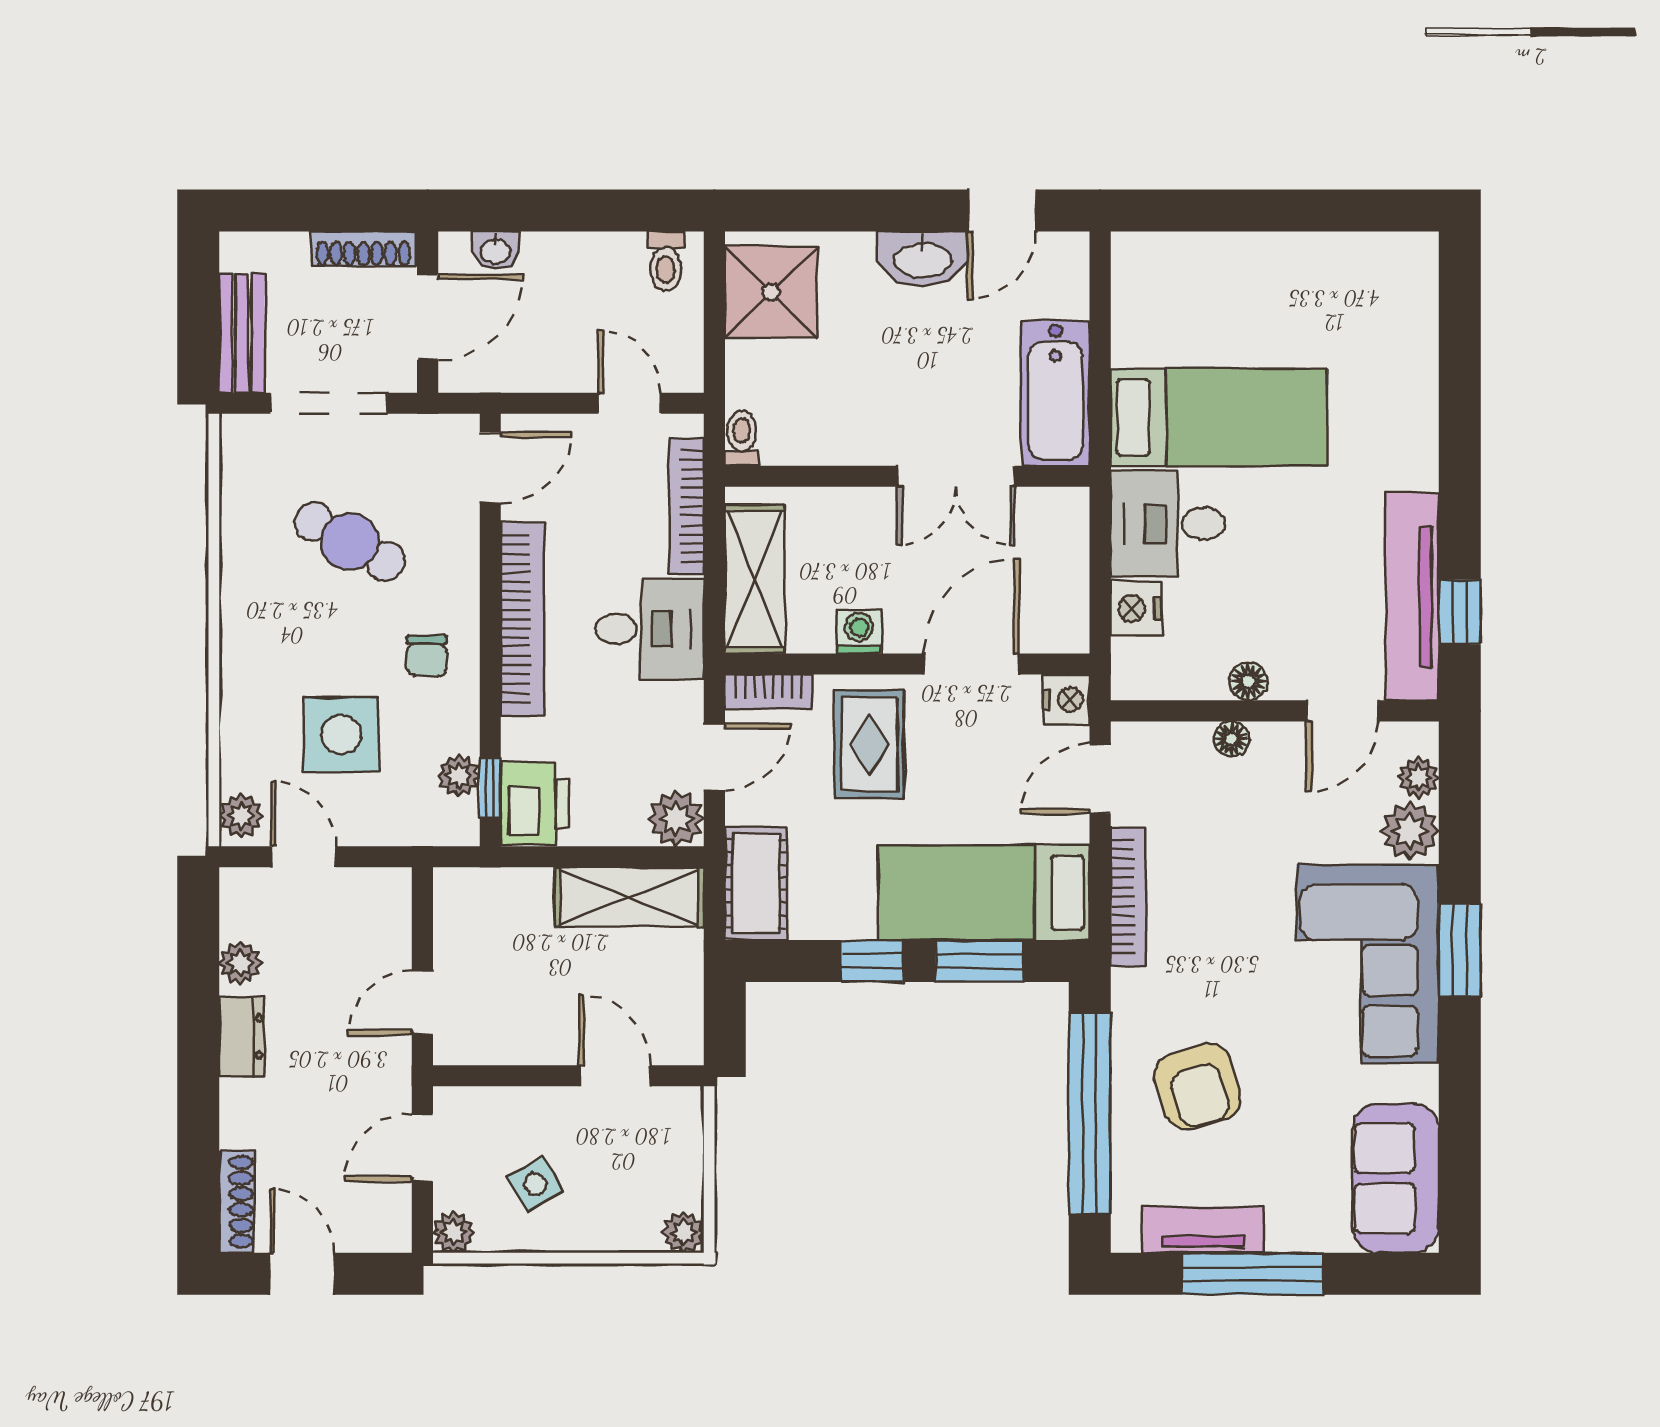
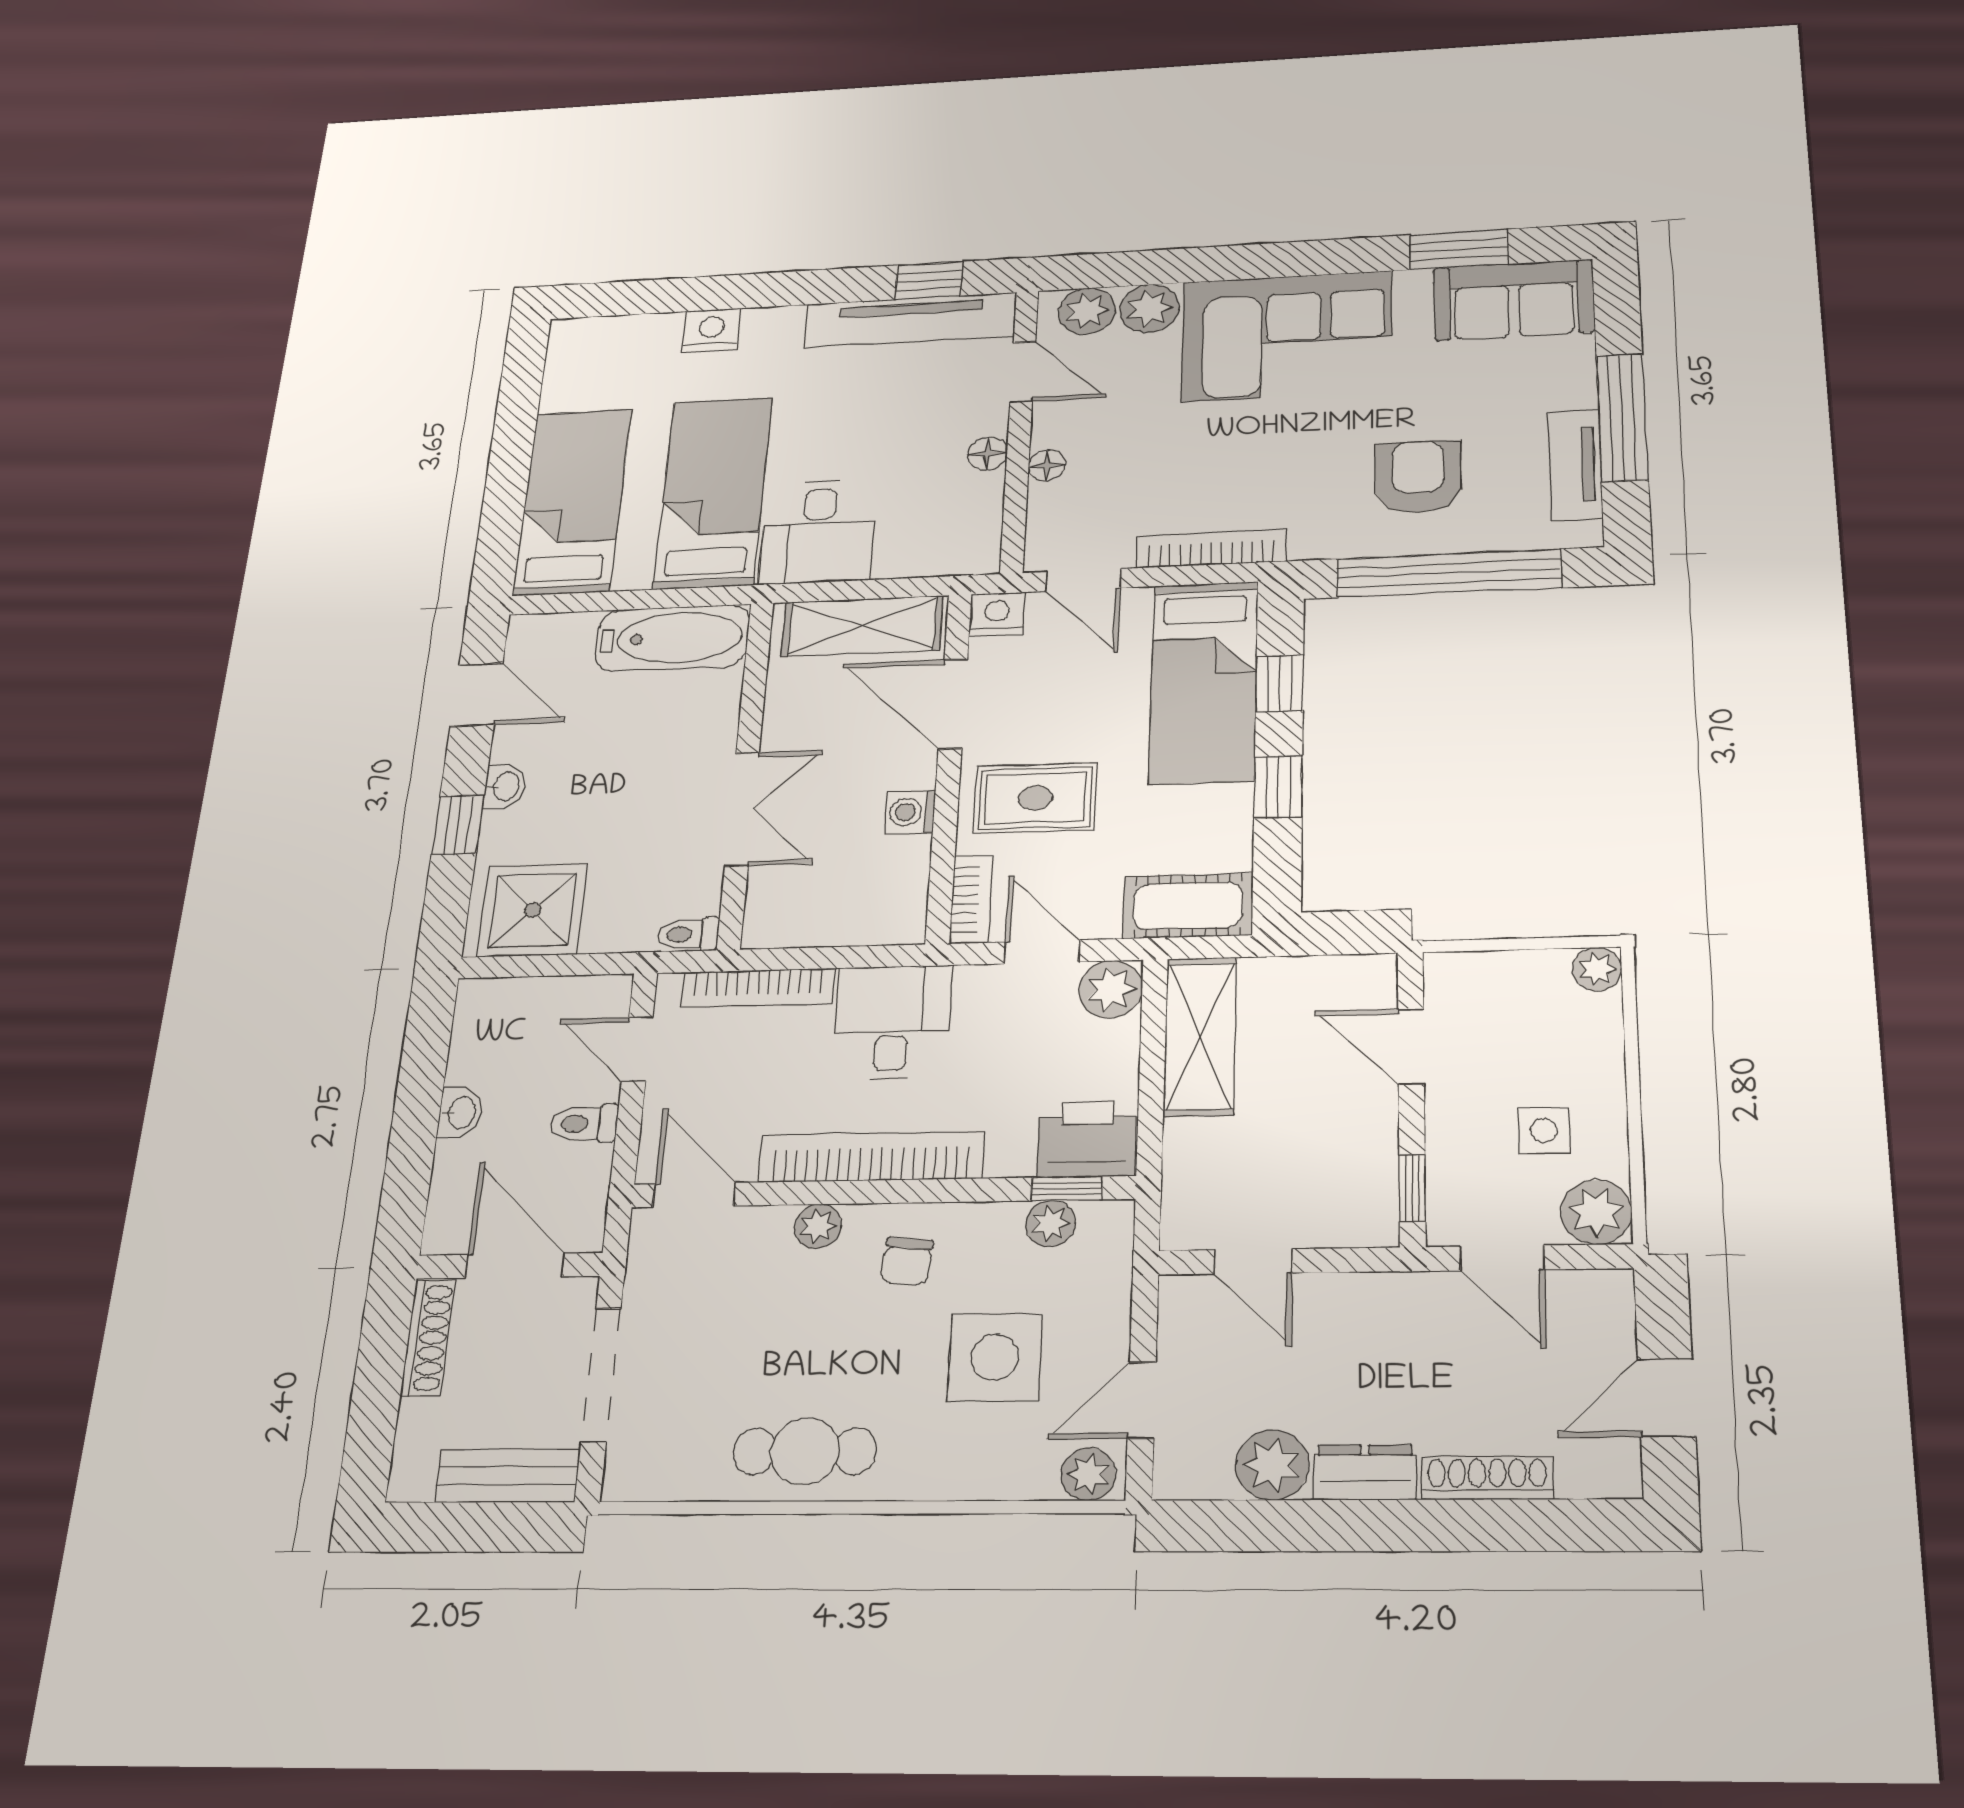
window: (862, 210) -> (458, 825), added
washbasin: (495, 250) -> (460, 1113), moved
washbasin: (923, 259) -> (505, 786), width x0.52, depth x0.69
toilet: (666, 261) -> (584, 1124), moved, turned 180
bed: (1216, 279) -> (572, 502), added
door: (630, 403) -> (637, 1049), hinge flipped
double door: (956, 476) -> (742, 809), moved
cafe table: (350, 541) -> (805, 1451), moved, turned 61
plant: (460, 578) -> (818, 1226), added
shelving: (755, 579) -> (862, 626), moved
nightstand: (1136, 609) -> (711, 330), moved, turned 180
chair: (427, 656) -> (907, 1261), turned 96
plant: (1419, 778) -> (1087, 311), width x1.38, depth x1.38
window: (1460, 950) -> (1459, 249), moved
window: (980, 961) -> (1280, 683), width x0.67
plant: (240, 963) -> (1272, 1465), width x1.38, depth x1.38
door: (422, 1003) -> (1253, 1261), moved
window: (485, 1076) -> (1412, 1188), added
door: (615, 1076) -> (1411, 1047), hinge flipped
armchair: (1197, 1086) -> (1418, 477), turned -74
side table: (535, 1184) -> (1544, 1130), turned 30
shoe rack: (237, 1202) -> (1487, 1478), moved
plant: (454, 1232) -> (1596, 1212), width x1.38, depth x1.38

